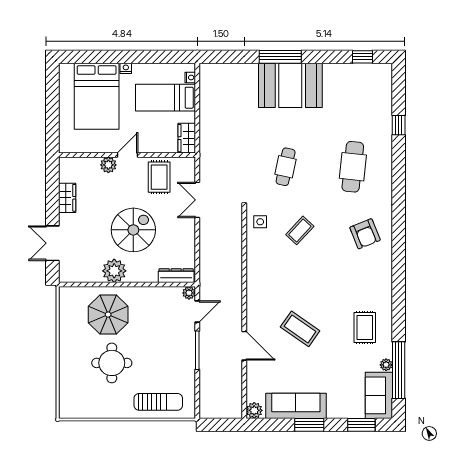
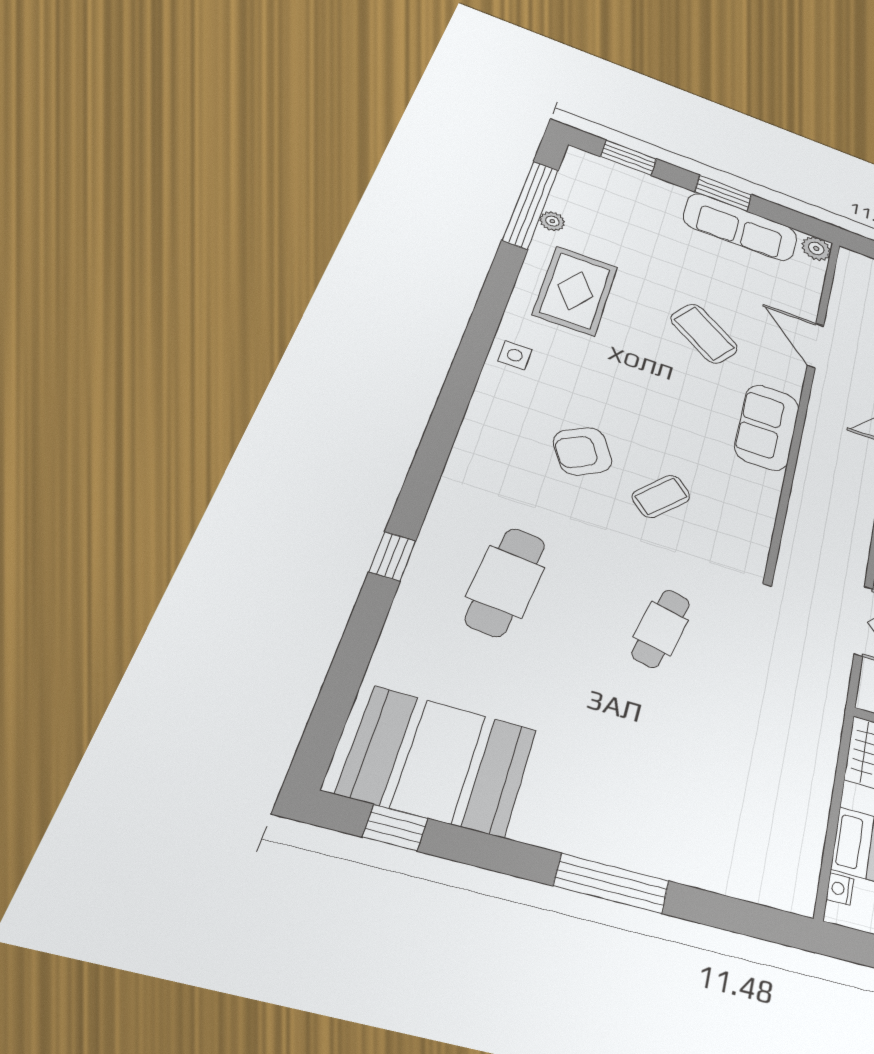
booth: (290, 85) -> (439, 761), moved
window: (399, 125) -> (392, 556), moved
side table: (260, 222) -> (515, 355), moved
armchair: (365, 234) -> (583, 451), moved, turned -98
rug: (365, 328) -> (575, 291), width x1.36, depth x1.43
sofa: (379, 395) -> (767, 427), moved, turned 180

